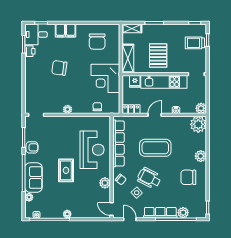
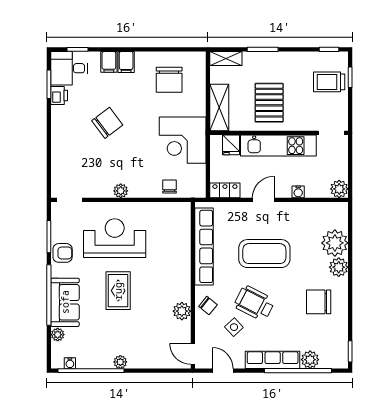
chair: (59, 68) -> (107, 123), turned 135
plant: (198, 124) -> (335, 243), moved
reception desk: (92, 150) -> (115, 238), moved, turned -90

